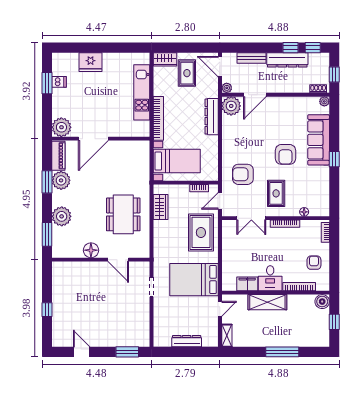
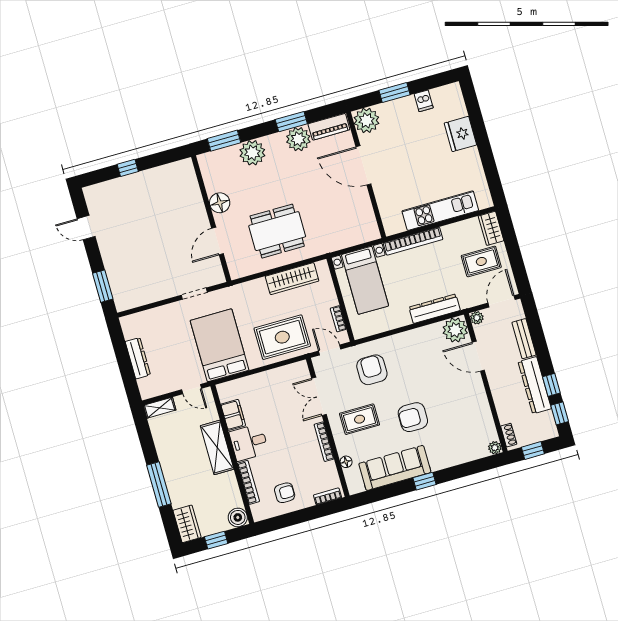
window: (47, 83) -> (394, 92), moved
sofa: (319, 140) -> (395, 468), moved
wardrobe: (161, 207) -> (292, 279), width x1.50
wardrobe: (316, 340) -> (187, 524), added
door: (82, 352) -> (86, 228), swing flipped

